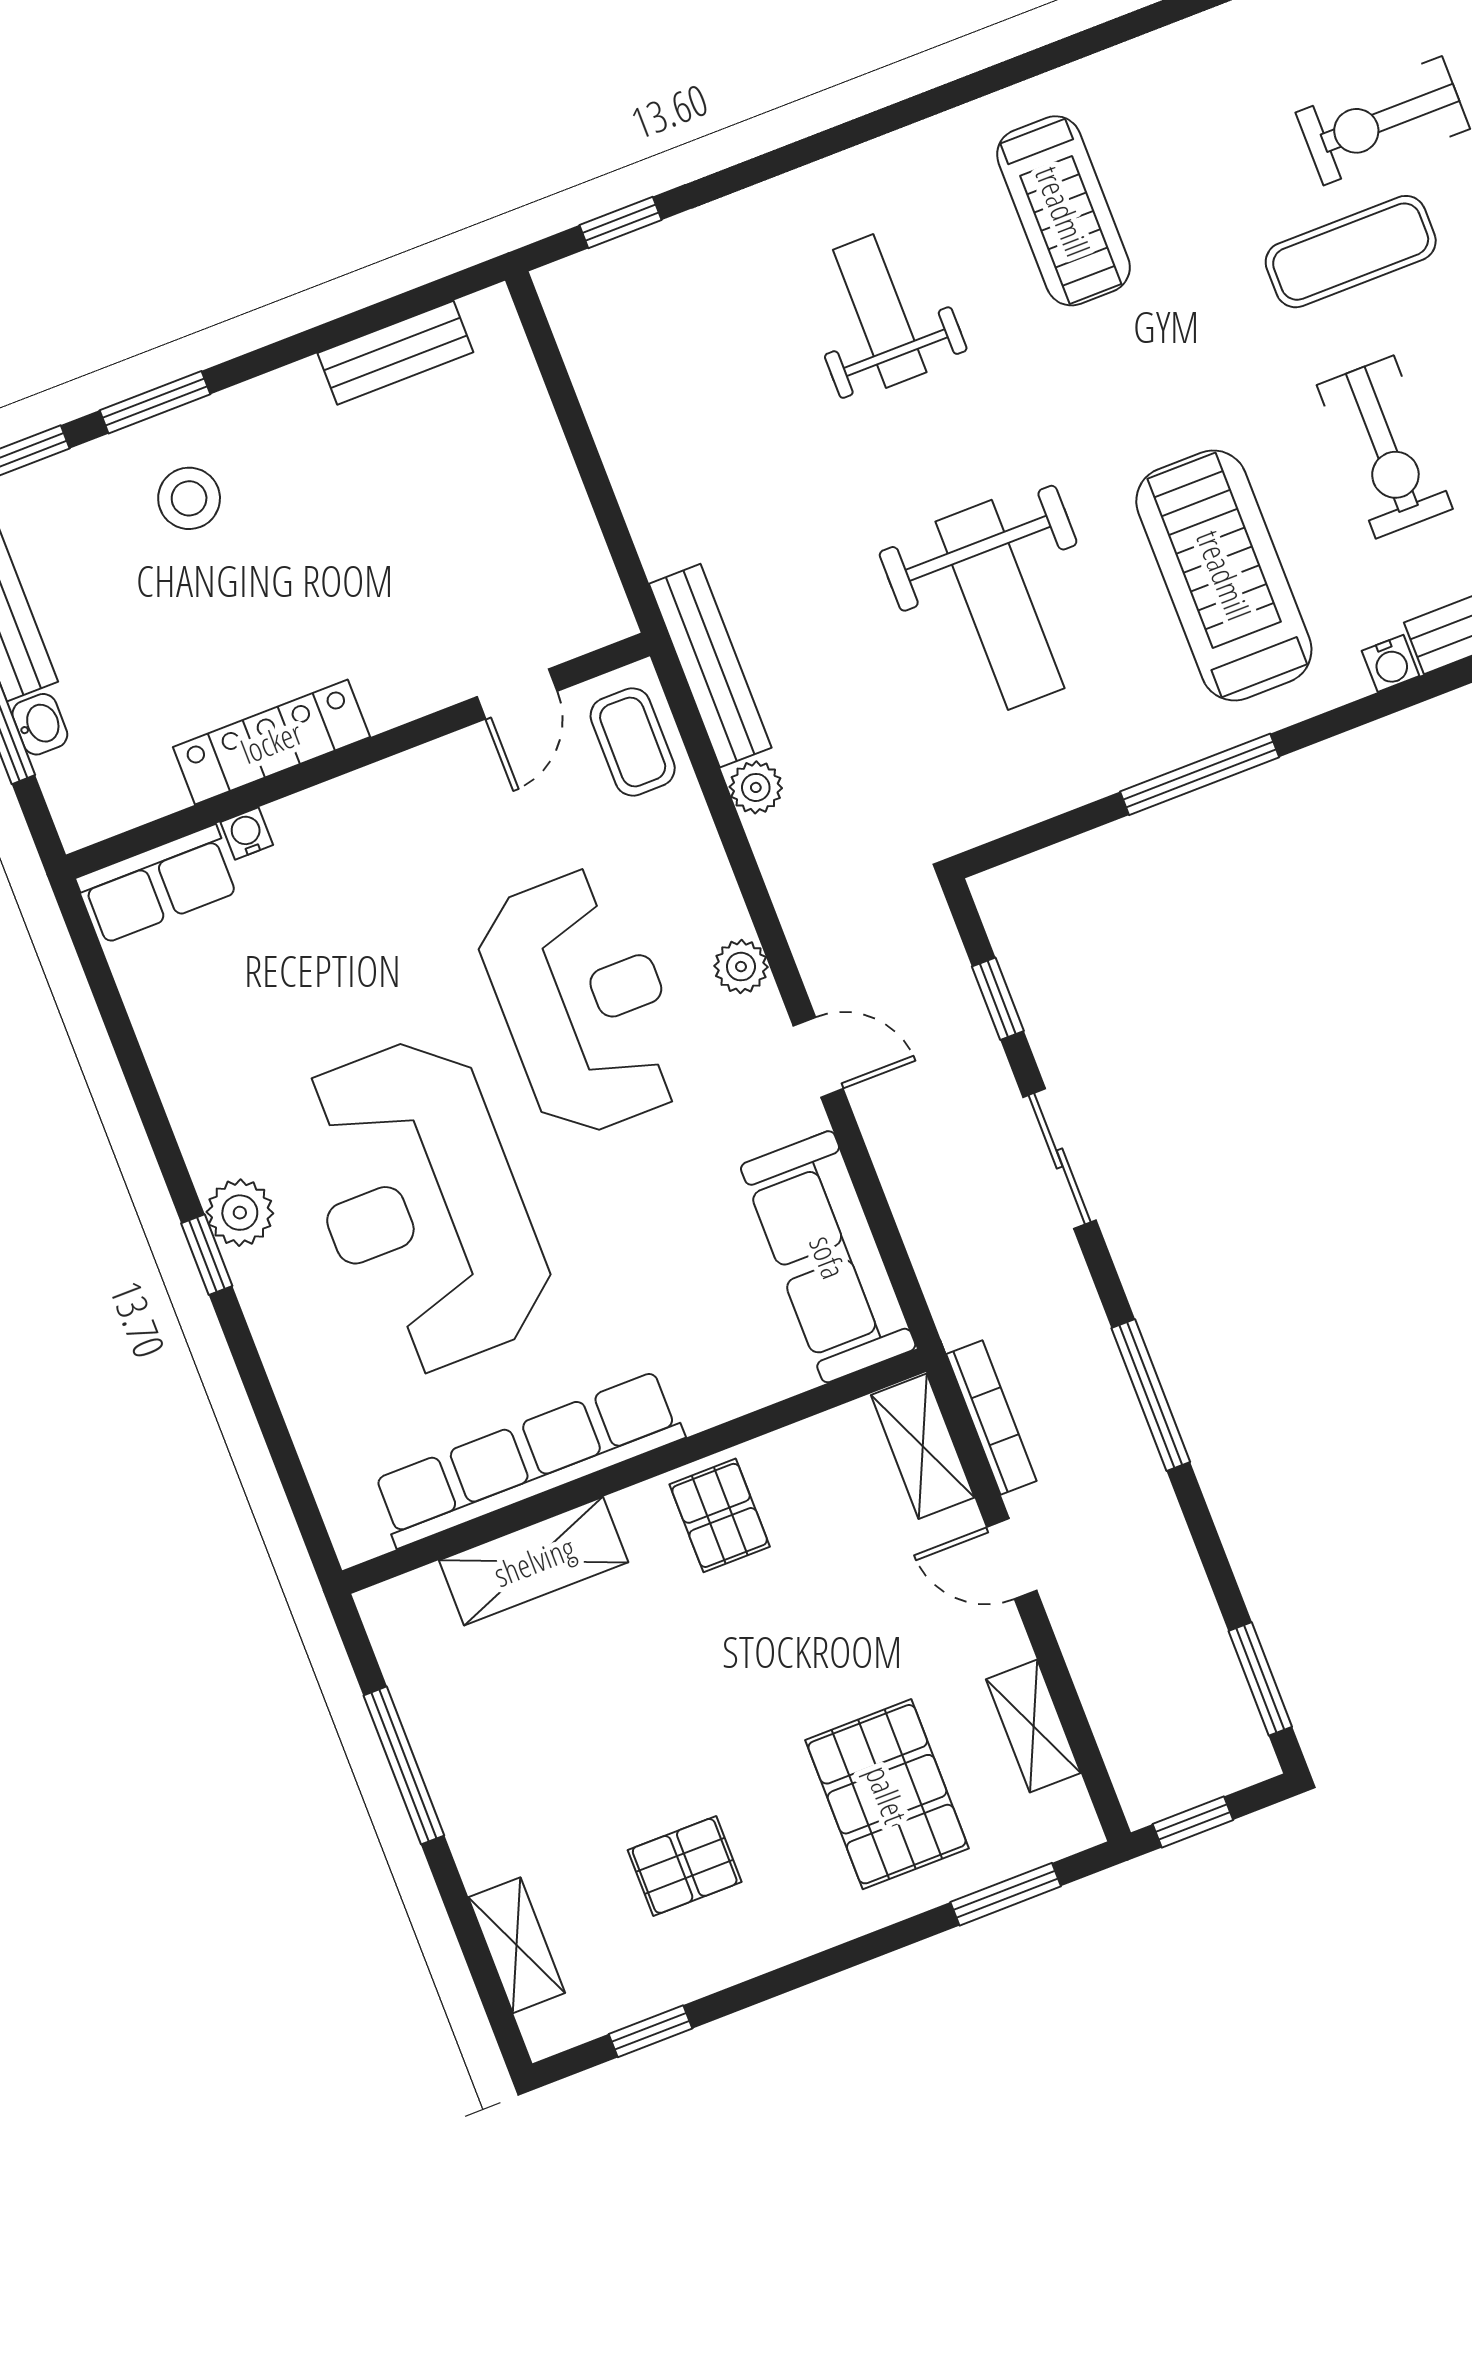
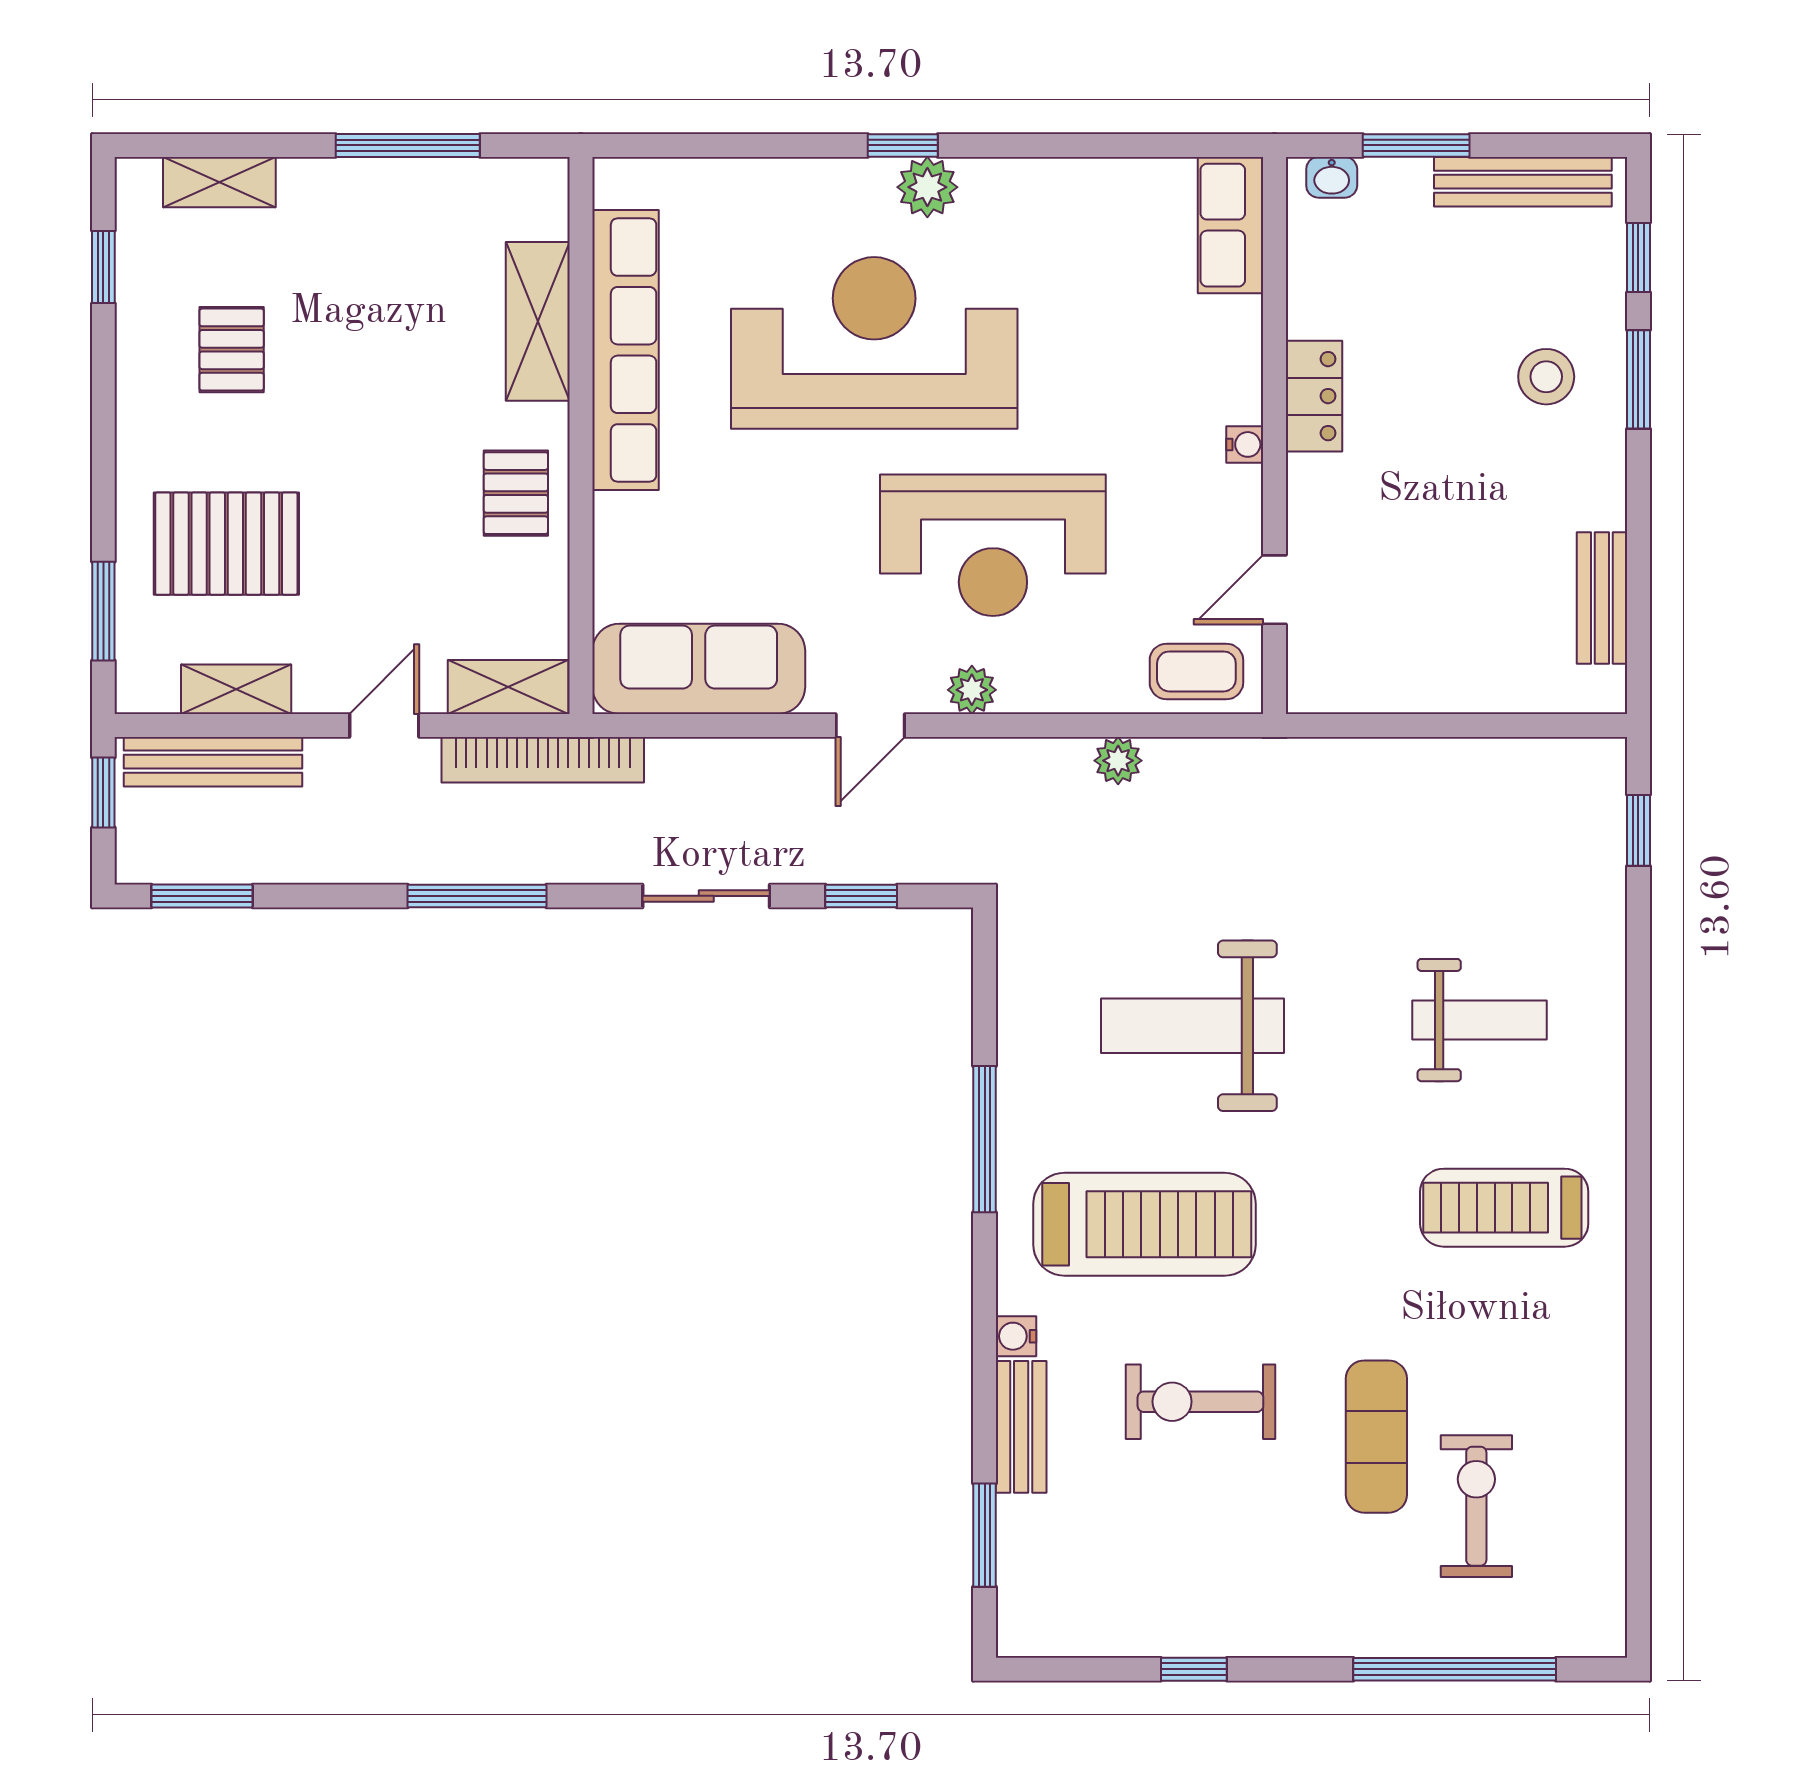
bench: (710, 666) -> (213, 762), moved
door: (517, 694) -> (1275, 590), hinge flipped
washbasin: (40, 724) -> (1332, 177), moved
locker: (271, 742) -> (1314, 396), width x0.66
water cooler: (247, 833) -> (1245, 444), moved
bookcase: (991, 1418) -> (543, 760), width x1.48, depth x1.31
pallet: (720, 1515) -> (516, 493), turned 90

